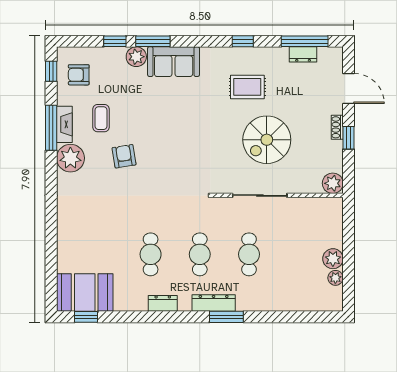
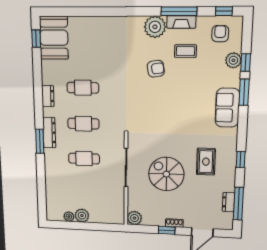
plant: (136, 57) -> (233, 60), moved

